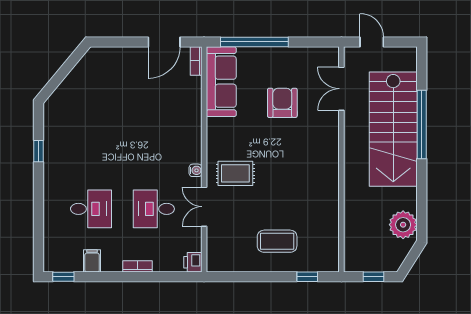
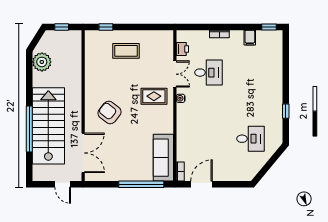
double door: (341, 89) -> (83, 153), width x1.37
armchair: (282, 103) -> (109, 112), moved, turned 128
desk: (91, 209) -> (250, 139), moved, turned 180
printer: (193, 262) -> (182, 49), moved

